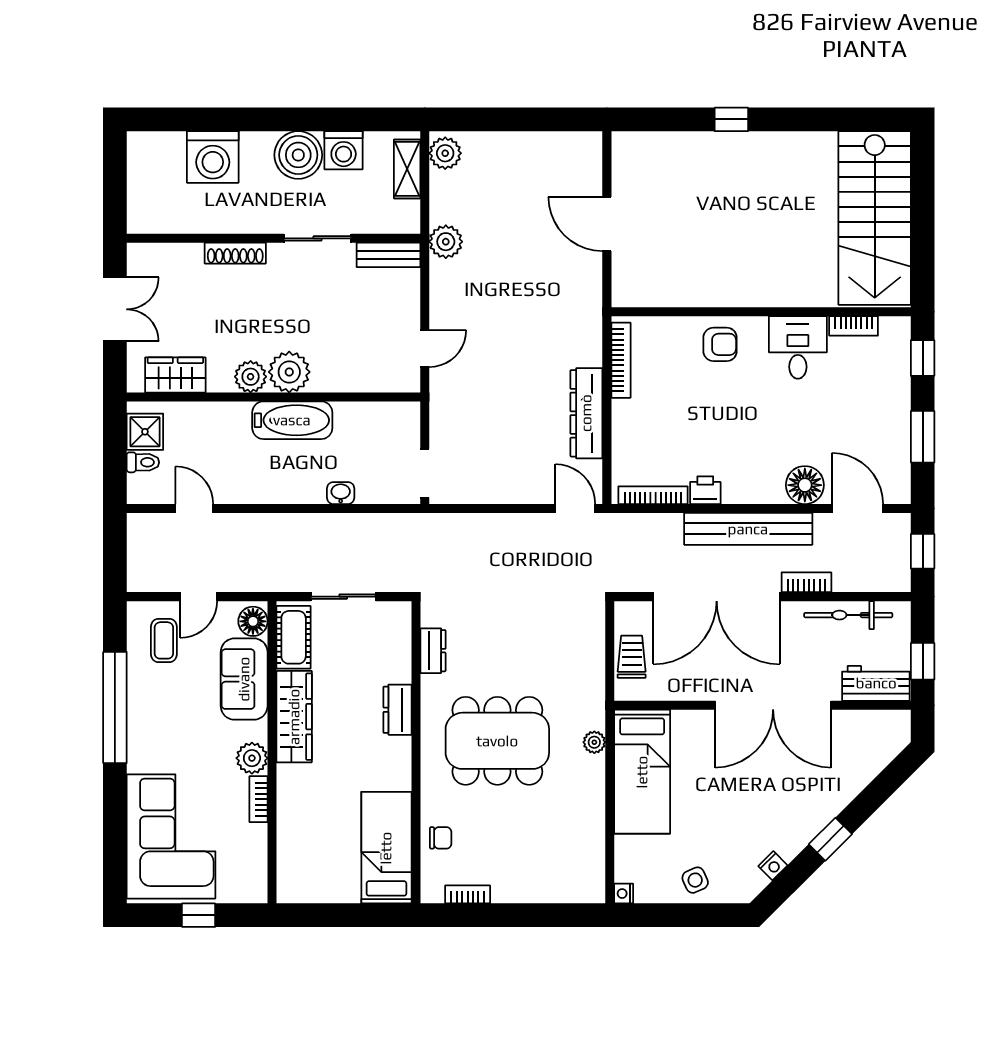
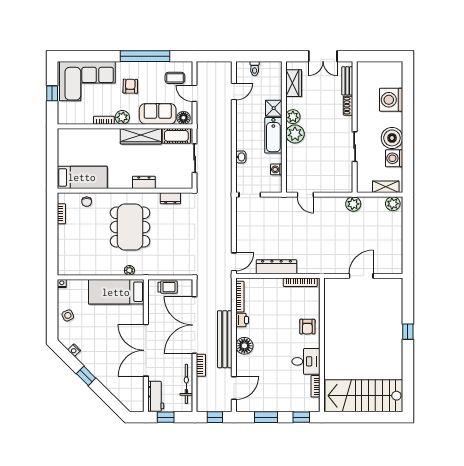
shoe rack: (235, 253) -> (348, 106), width x0.70
bench: (389, 255) -> (347, 81), moved
washing machine: (369, 414) -> (276, 169), added
shower: (145, 432) -> (274, 108), moved
floor lamp: (805, 485) -> (244, 346), moved
armchair: (182, 740) -> (130, 86), added

